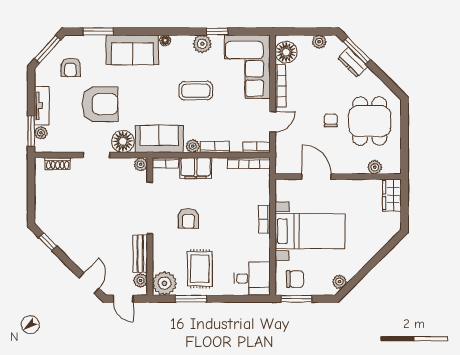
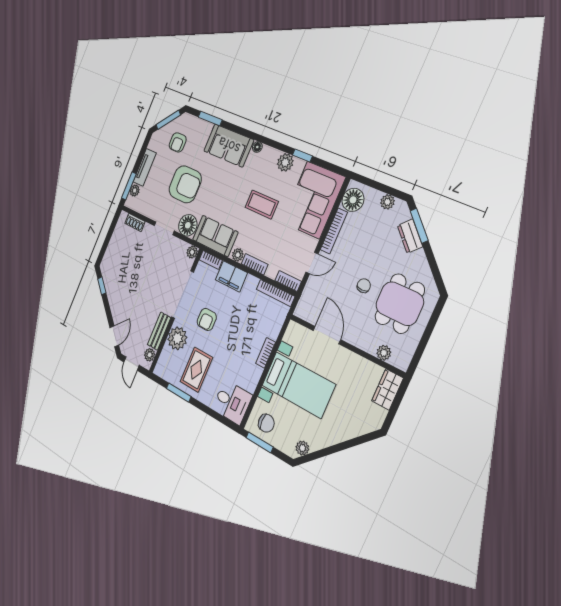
plant: (164, 283) -> (177, 338), moved

